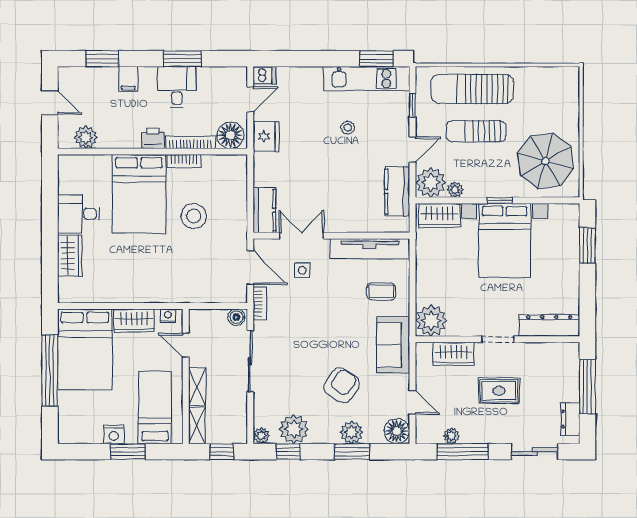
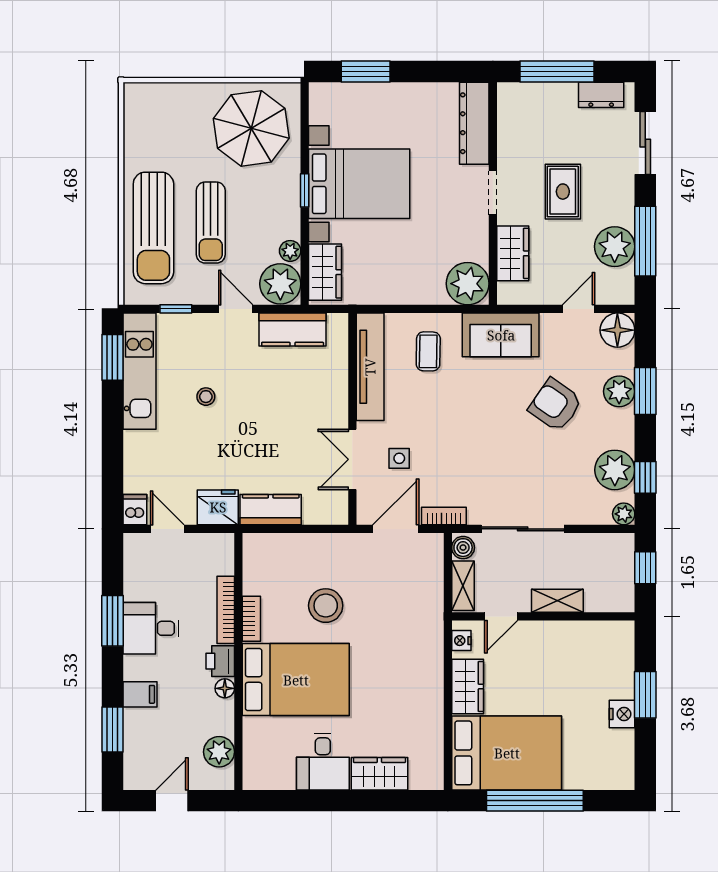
floor lamp: (230, 135) -> (225, 688), moved, width x0.53, depth x0.53
kitchen counter: (264, 210) -> (271, 510), moved
bed: (155, 407) -> (585, 658), removed
shelving: (197, 425) -> (463, 586), moved, turned 90
plant: (451, 436) -> (615, 247), width x1.88, depth x1.88

